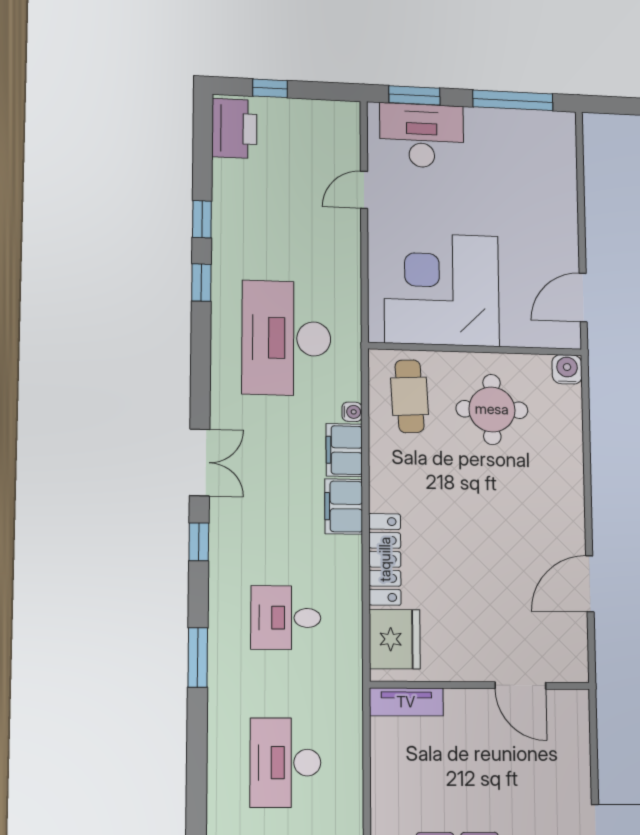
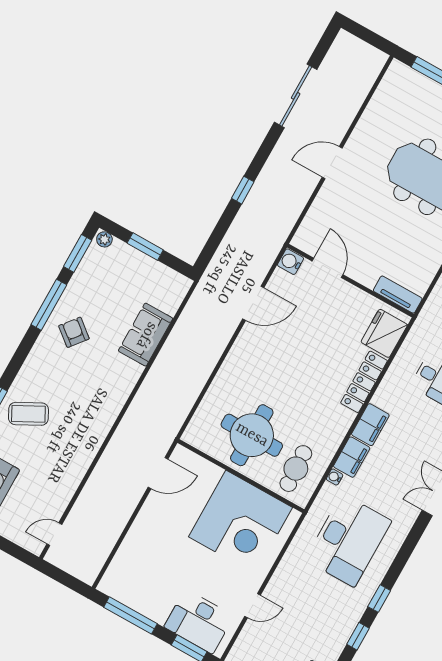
water cooler: (567, 369) -> (290, 262), moved, turned 90
round table: (492, 409) -> (252, 435), width x1.36, depth x1.36

